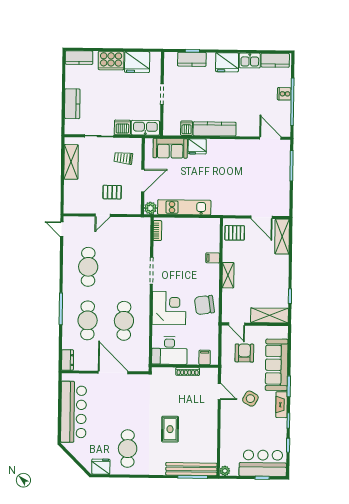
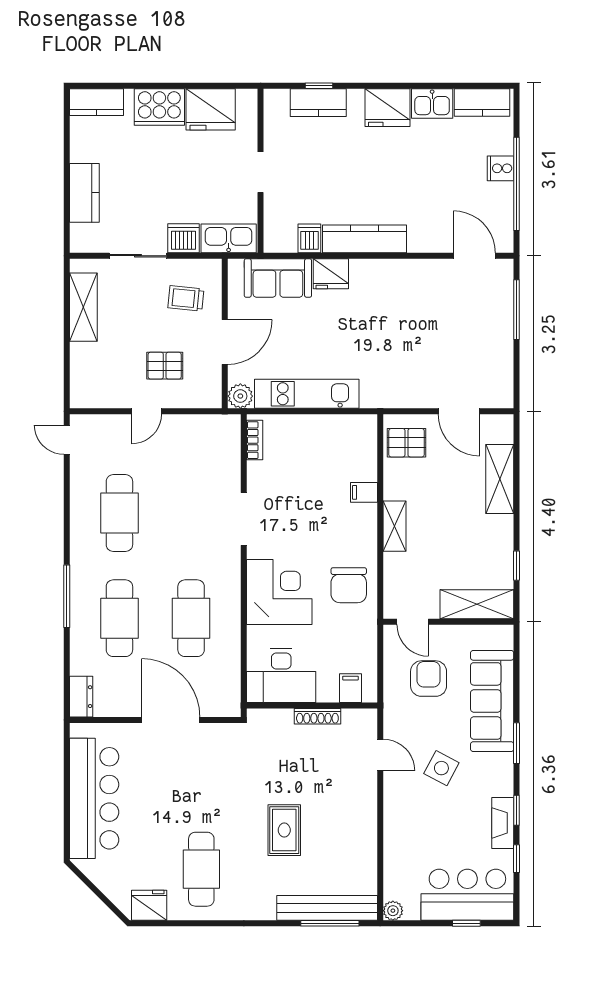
shelving: (282, 237) -> (500, 479), moved
chair: (204, 305) -> (349, 585), turned -82
fireplace: (282, 405) -> (503, 823), moved

